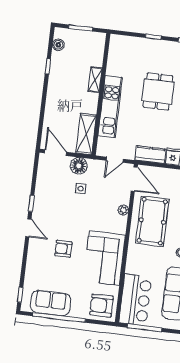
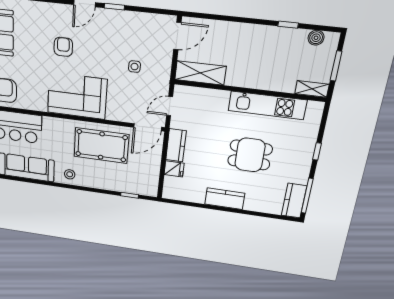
shelving: (95, 80) -> (312, 89), moved
kitchen unit: (110, 107) -> (267, 105), moved
door: (115, 160) -> (170, 106), hinge flipped
floor lamp: (79, 166) -> (162, 64), removed
plant: (123, 210) -> (112, 115), removed
corner sofa: (104, 258) -> (77, 96), moved

